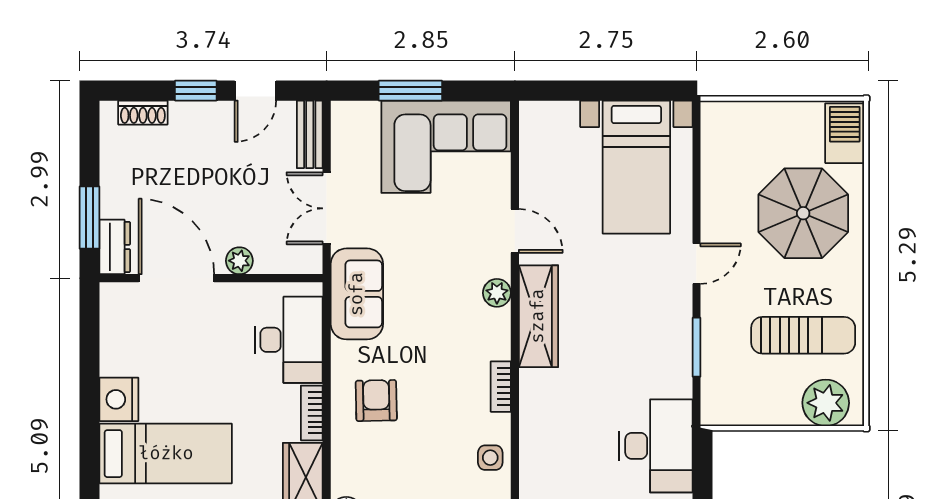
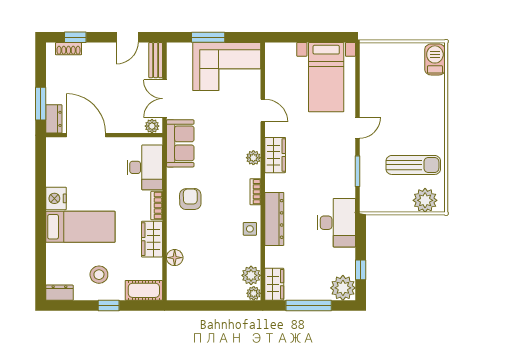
window: (196, 91) -> (75, 37), moved
parasol: (803, 213) -> (413, 101), removed
plant: (239, 261) -> (152, 126), moved
plant: (497, 293) -> (253, 158), moved
wardrobe: (538, 316) -> (275, 155), width x0.67
dresser: (537, 439) -> (274, 219), added

